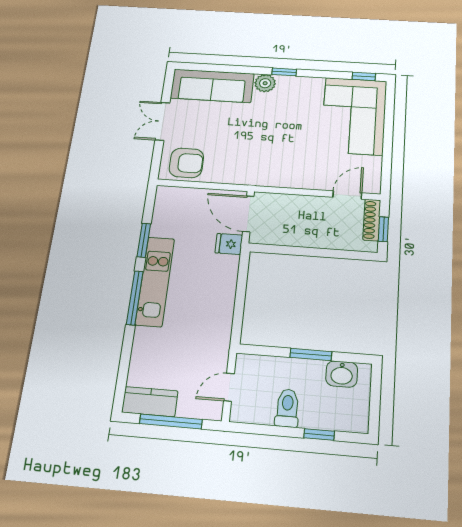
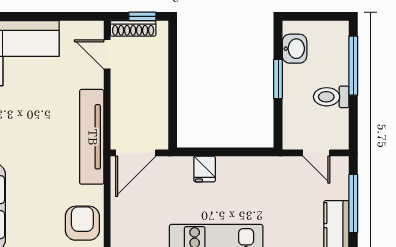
tv unit: (268, 176) -> (92, 137), added
fridge: (229, 244) -> (205, 169), moved
window: (319, 434) -> (353, 66), width x2.17

